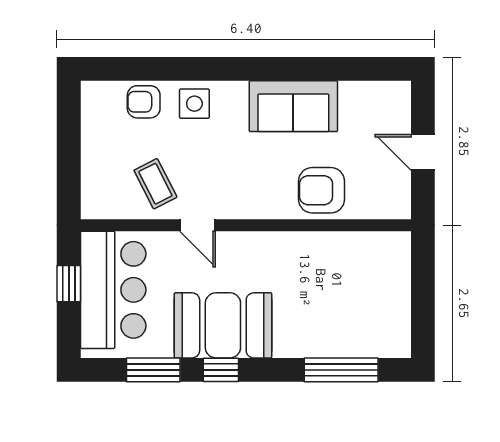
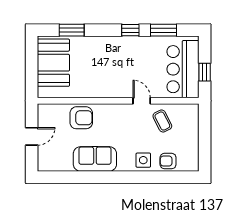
armchair: (144, 102) -> (168, 161), turned 180
door: (423, 152) -> (32, 136), hinge flipped
booth: (223, 325) -> (53, 63), moved, turned 90
window: (341, 370) -> (72, 30), width x0.69

